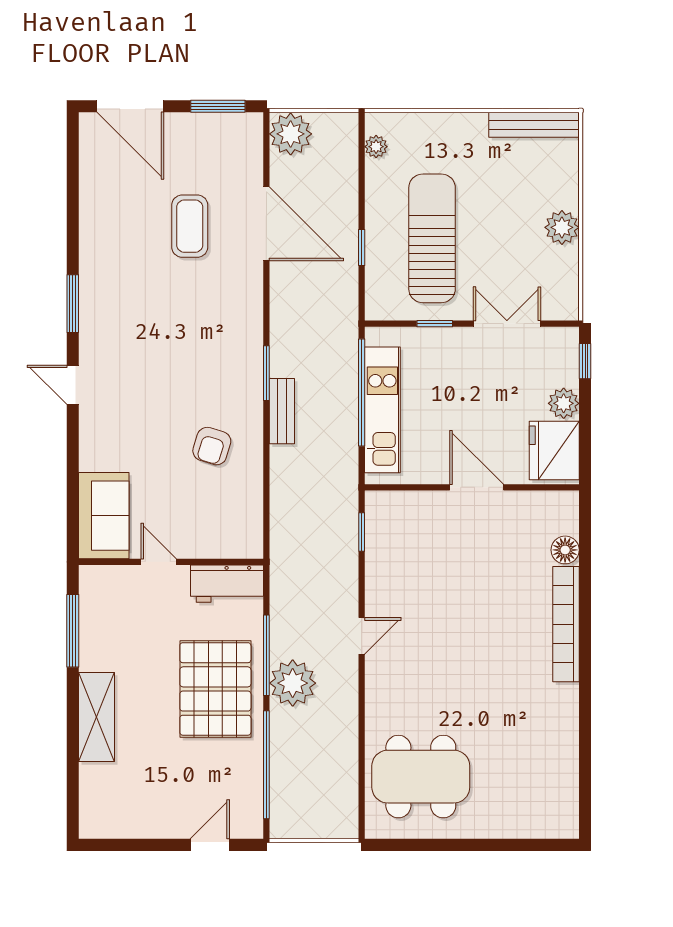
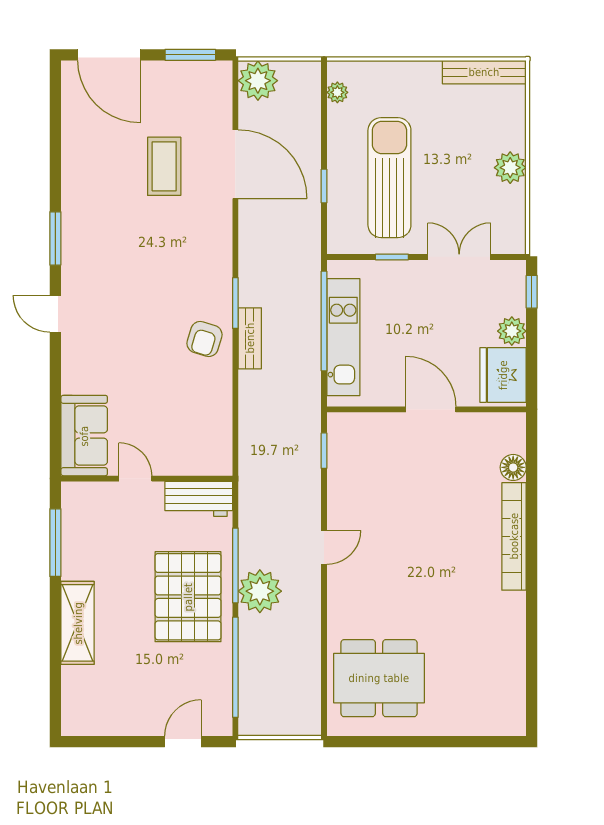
armchair: (212, 446) -> (204, 339), moved

